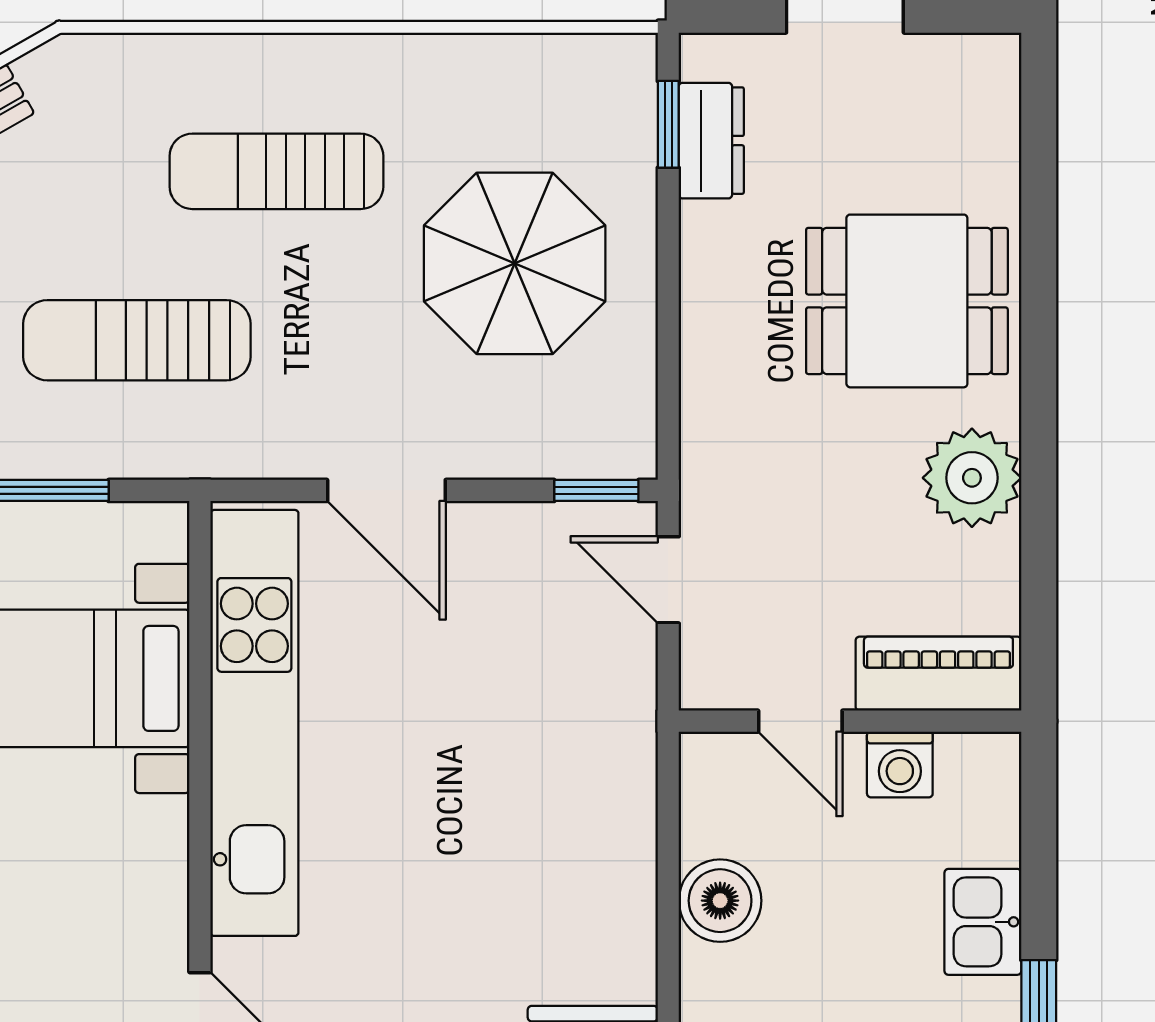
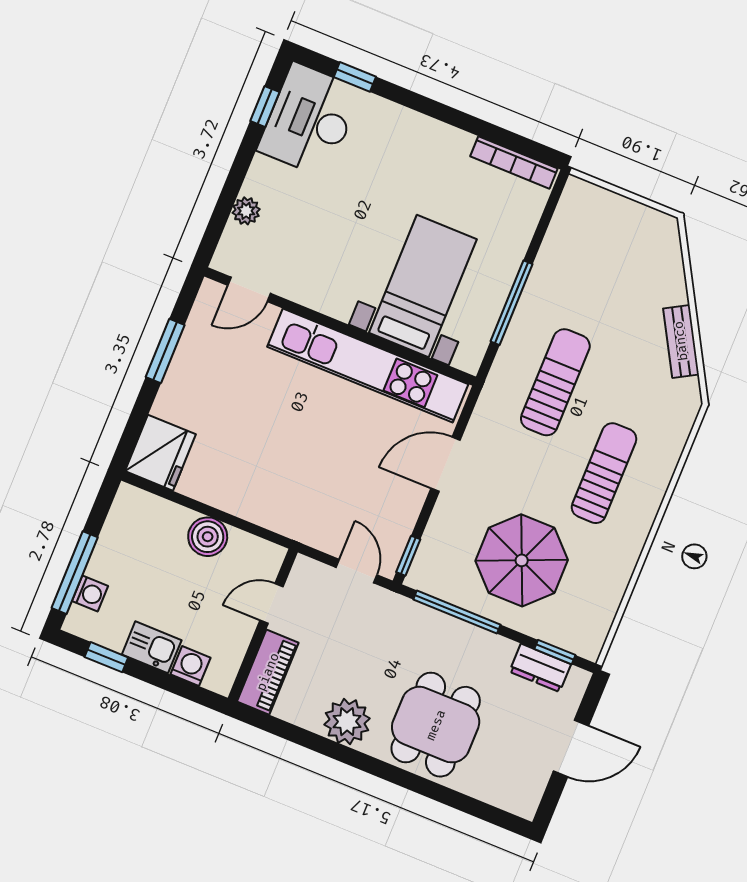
window: (668, 349) -> (457, 612), added
door: (668, 580) -> (357, 571), hinge flipped
washing machine: (900, 764) -> (191, 666), moved, turned 90

